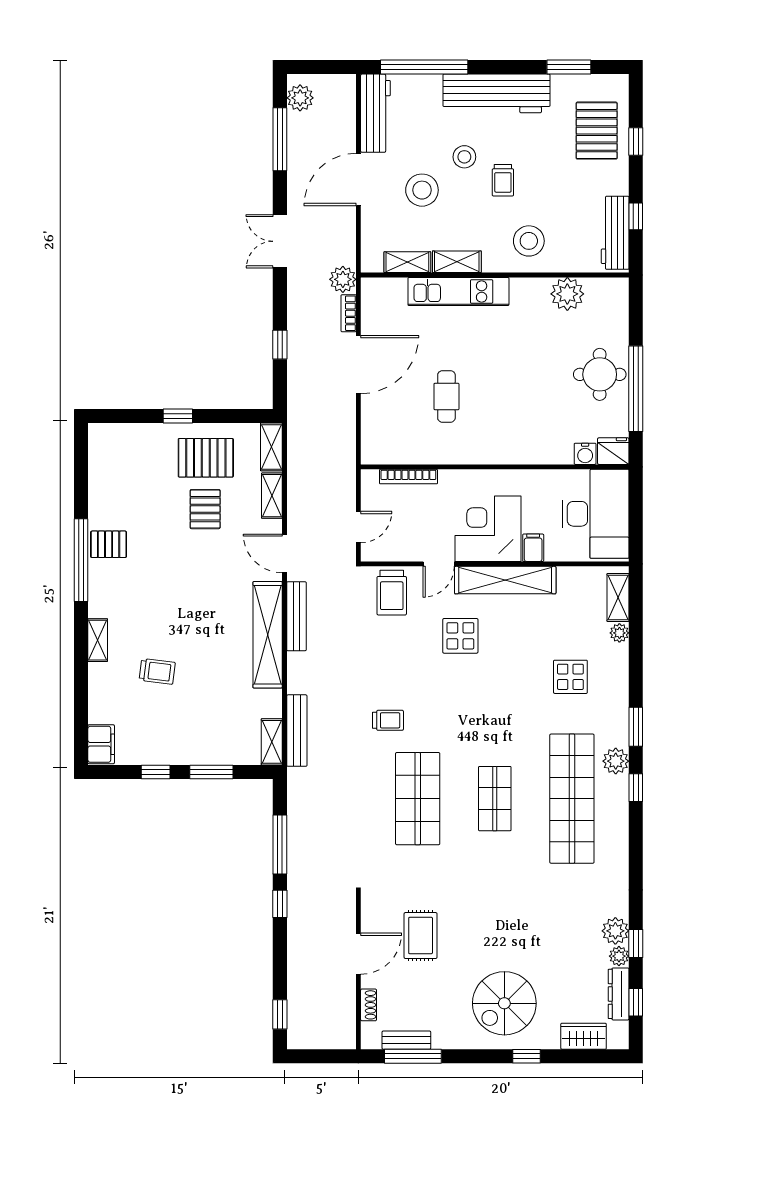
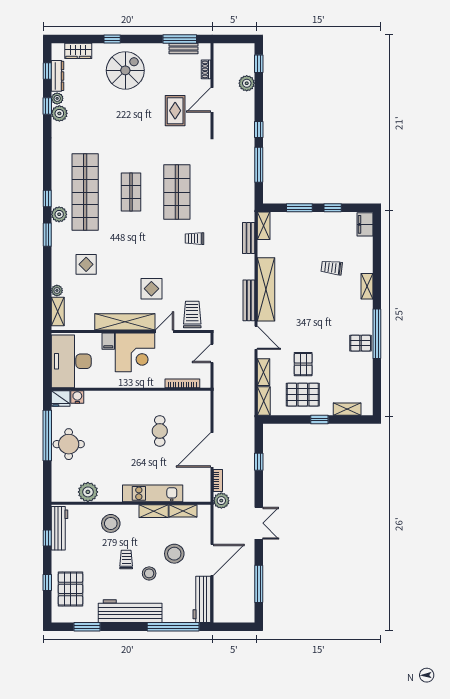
plant: (300, 98) -> (247, 83), moved
shelving: (131, 433) -> (347, 409), added
bench: (297, 731) -> (249, 238), width x0.73

